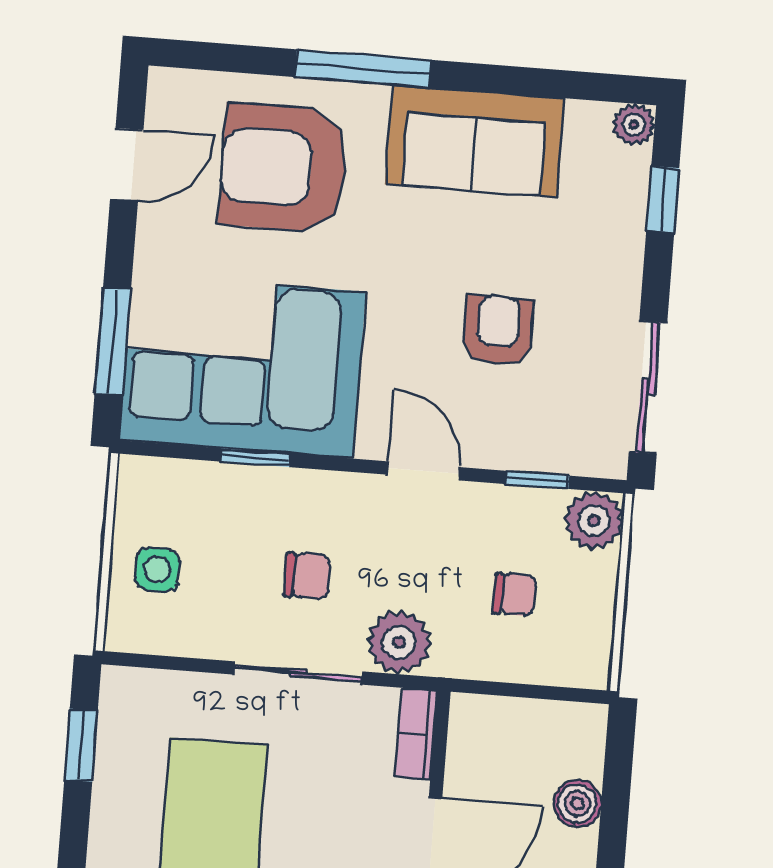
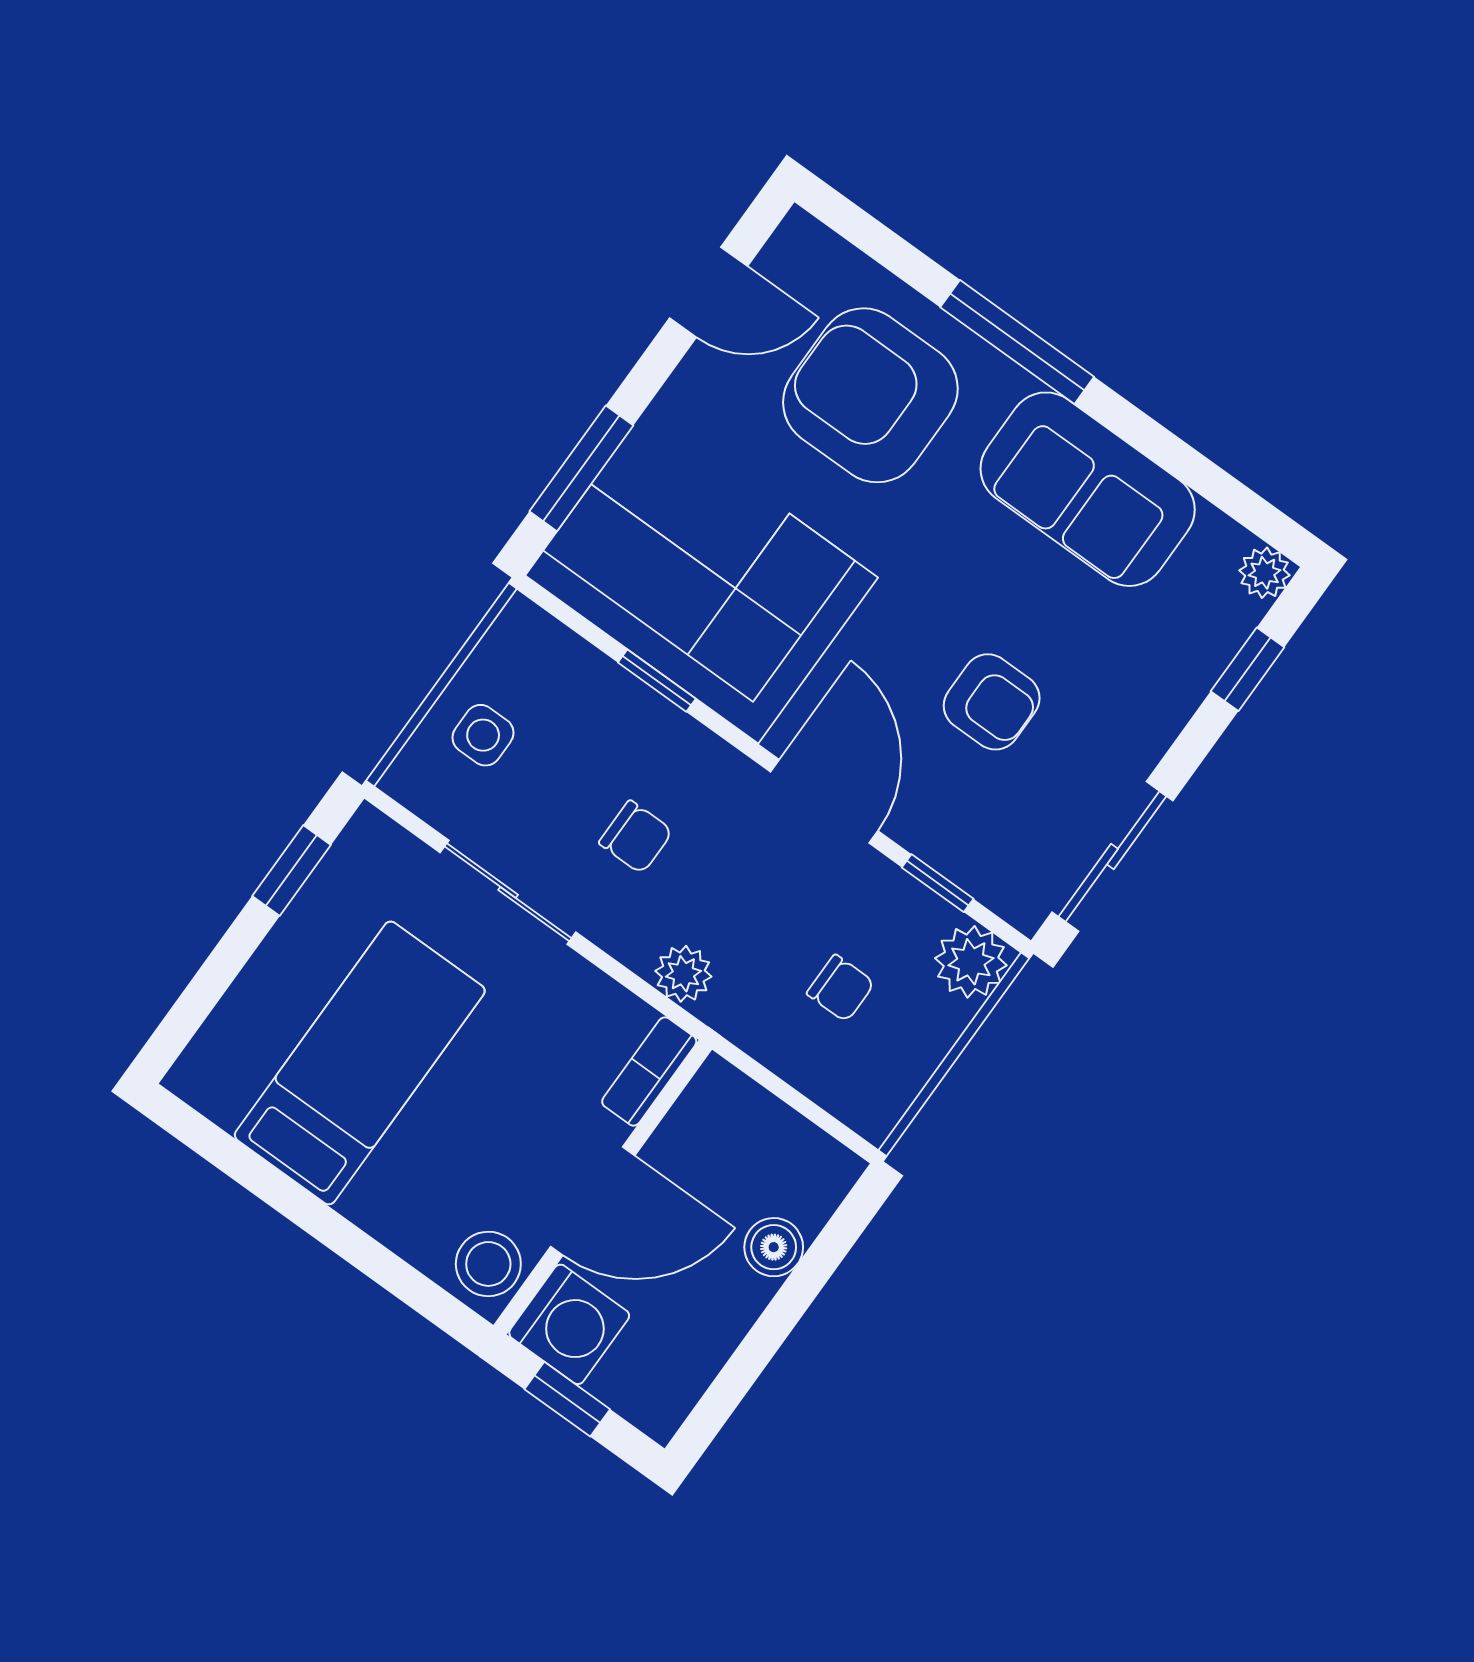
armchair: (498, 330) -> (992, 702), turned 90
door: (423, 471) -> (824, 801), width x1.38
plant: (399, 642) -> (683, 974), width x0.73, depth x0.73
sliding door: (298, 673) -> (508, 892), moved

